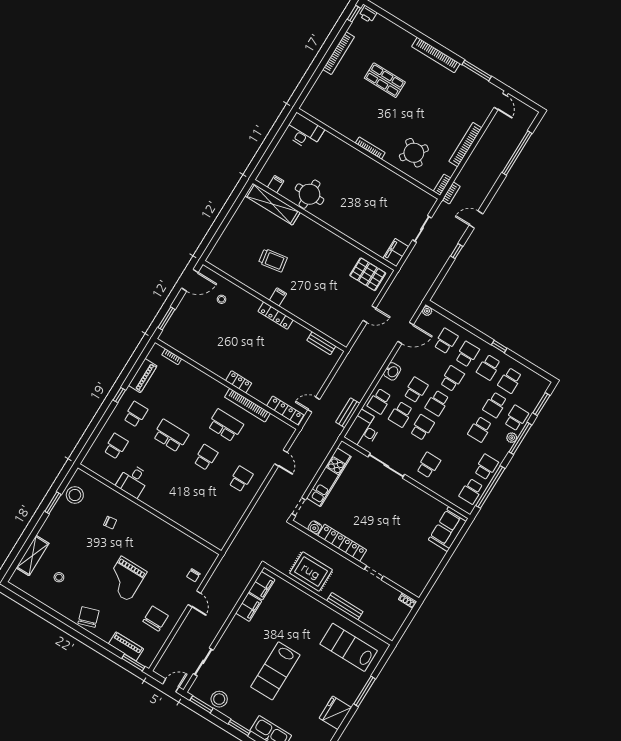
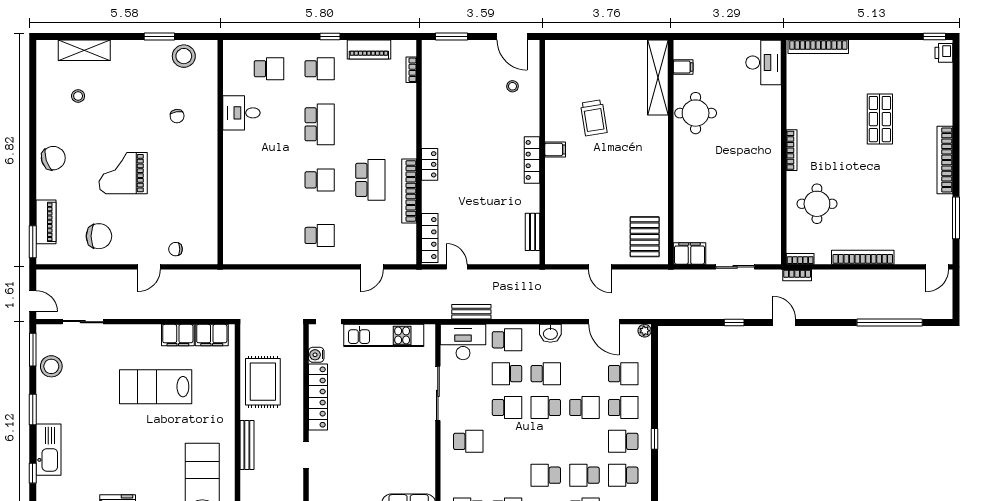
bookcase: (339, 53) -> (818, 47), moved
round table: (414, 153) -> (817, 204), turned -37
school desk: (379, 401) -> (507, 340), turned 180
lab bench: (275, 671) -> (156, 387), moved

